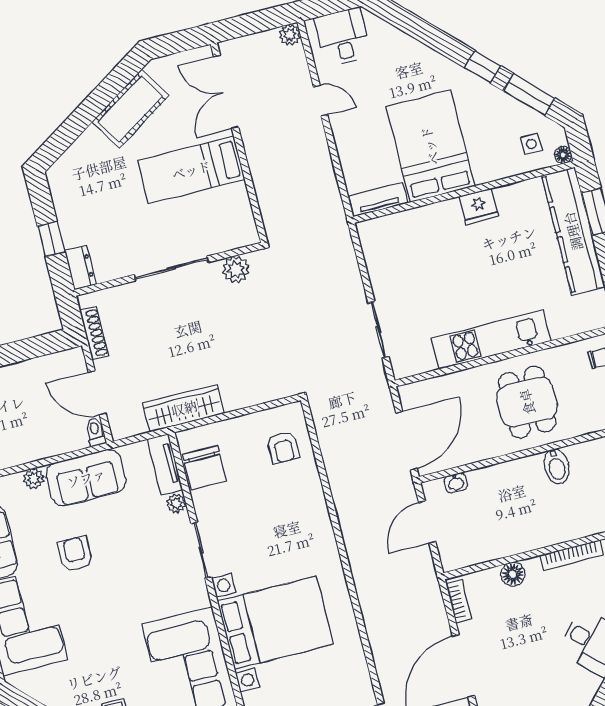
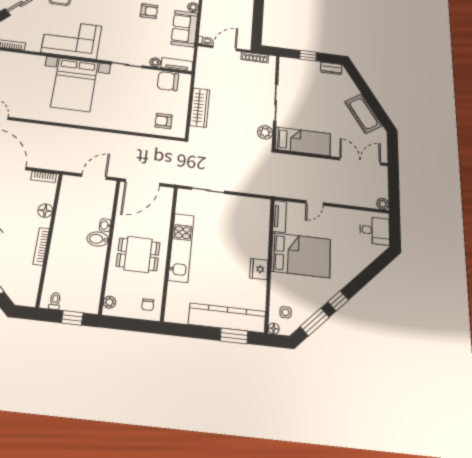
door: (321, 101) -> (315, 203), moved
bed: (191, 170) -> (303, 141), moved, turned 90
dresser: (80, 268) -> (331, 68), moved
wardrobe: (184, 408) -> (200, 108), moved
door: (407, 441) -> (142, 182), hinge flipped
bidet: (556, 466) -> (98, 239), moved
washbasin: (456, 483) -> (105, 225), moved
door: (427, 522) -> (94, 177), hinge flipped

